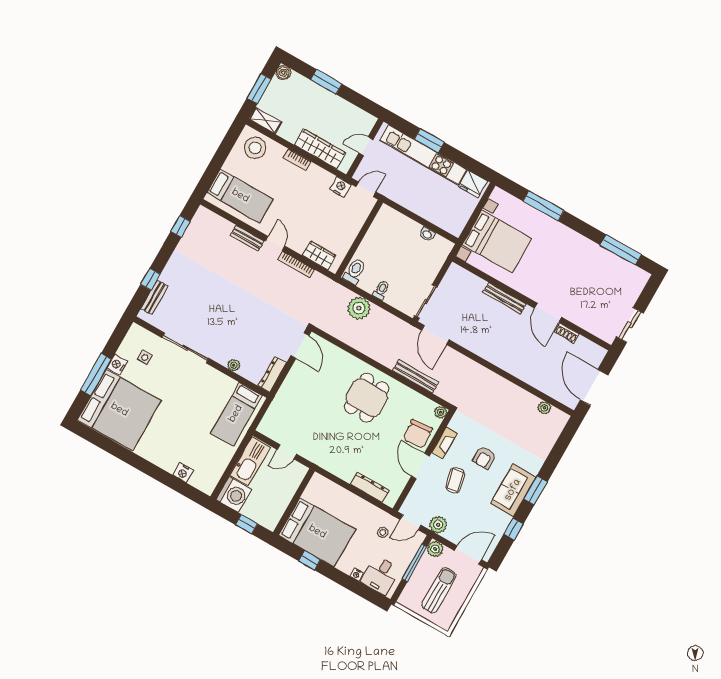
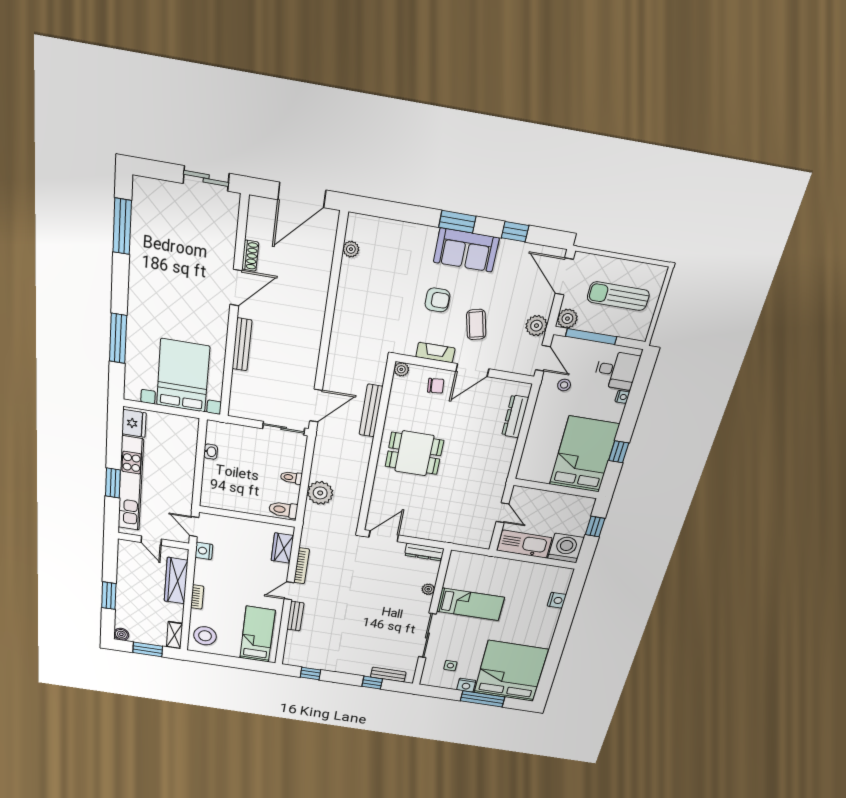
bed: (236, 414) -> (470, 604), moved
chair: (418, 434) -> (436, 386), width x0.54, depth x0.54
coffee table: (455, 480) -> (476, 324), turned 90

